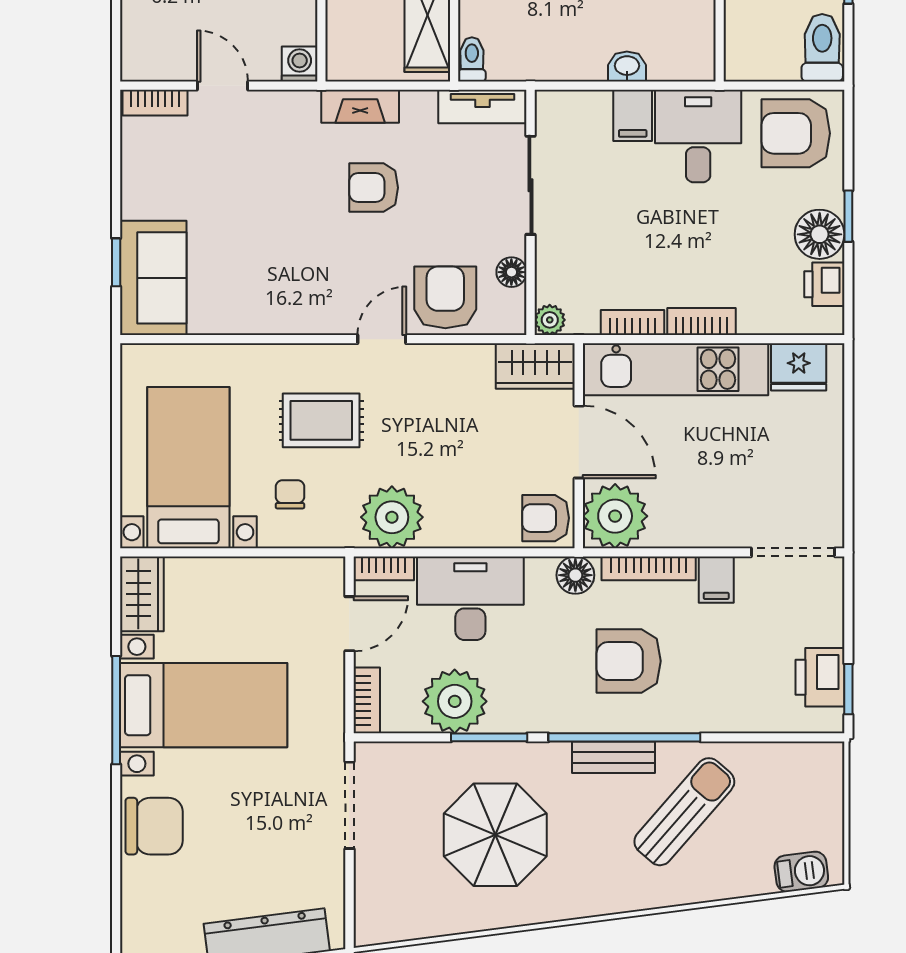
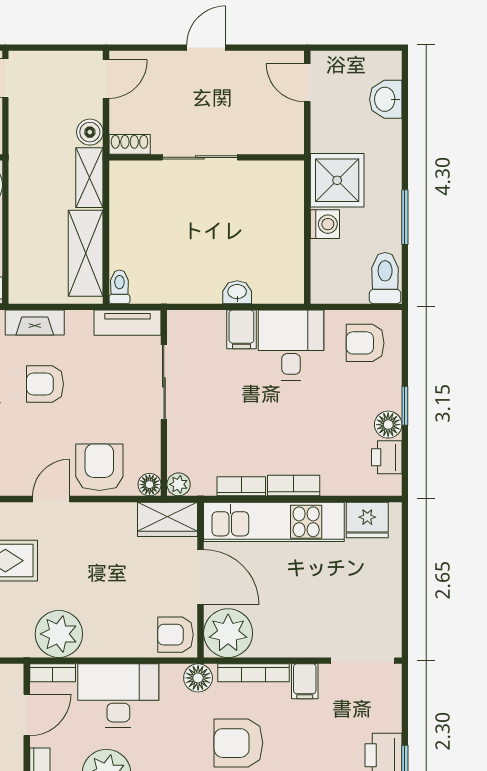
armchair: (796, 133) -> (365, 343), width x0.72, depth x0.72
floor lamp: (820, 234) -> (388, 425), width x0.73, depth x0.73
floor lamp: (511, 272) -> (150, 485), moved

